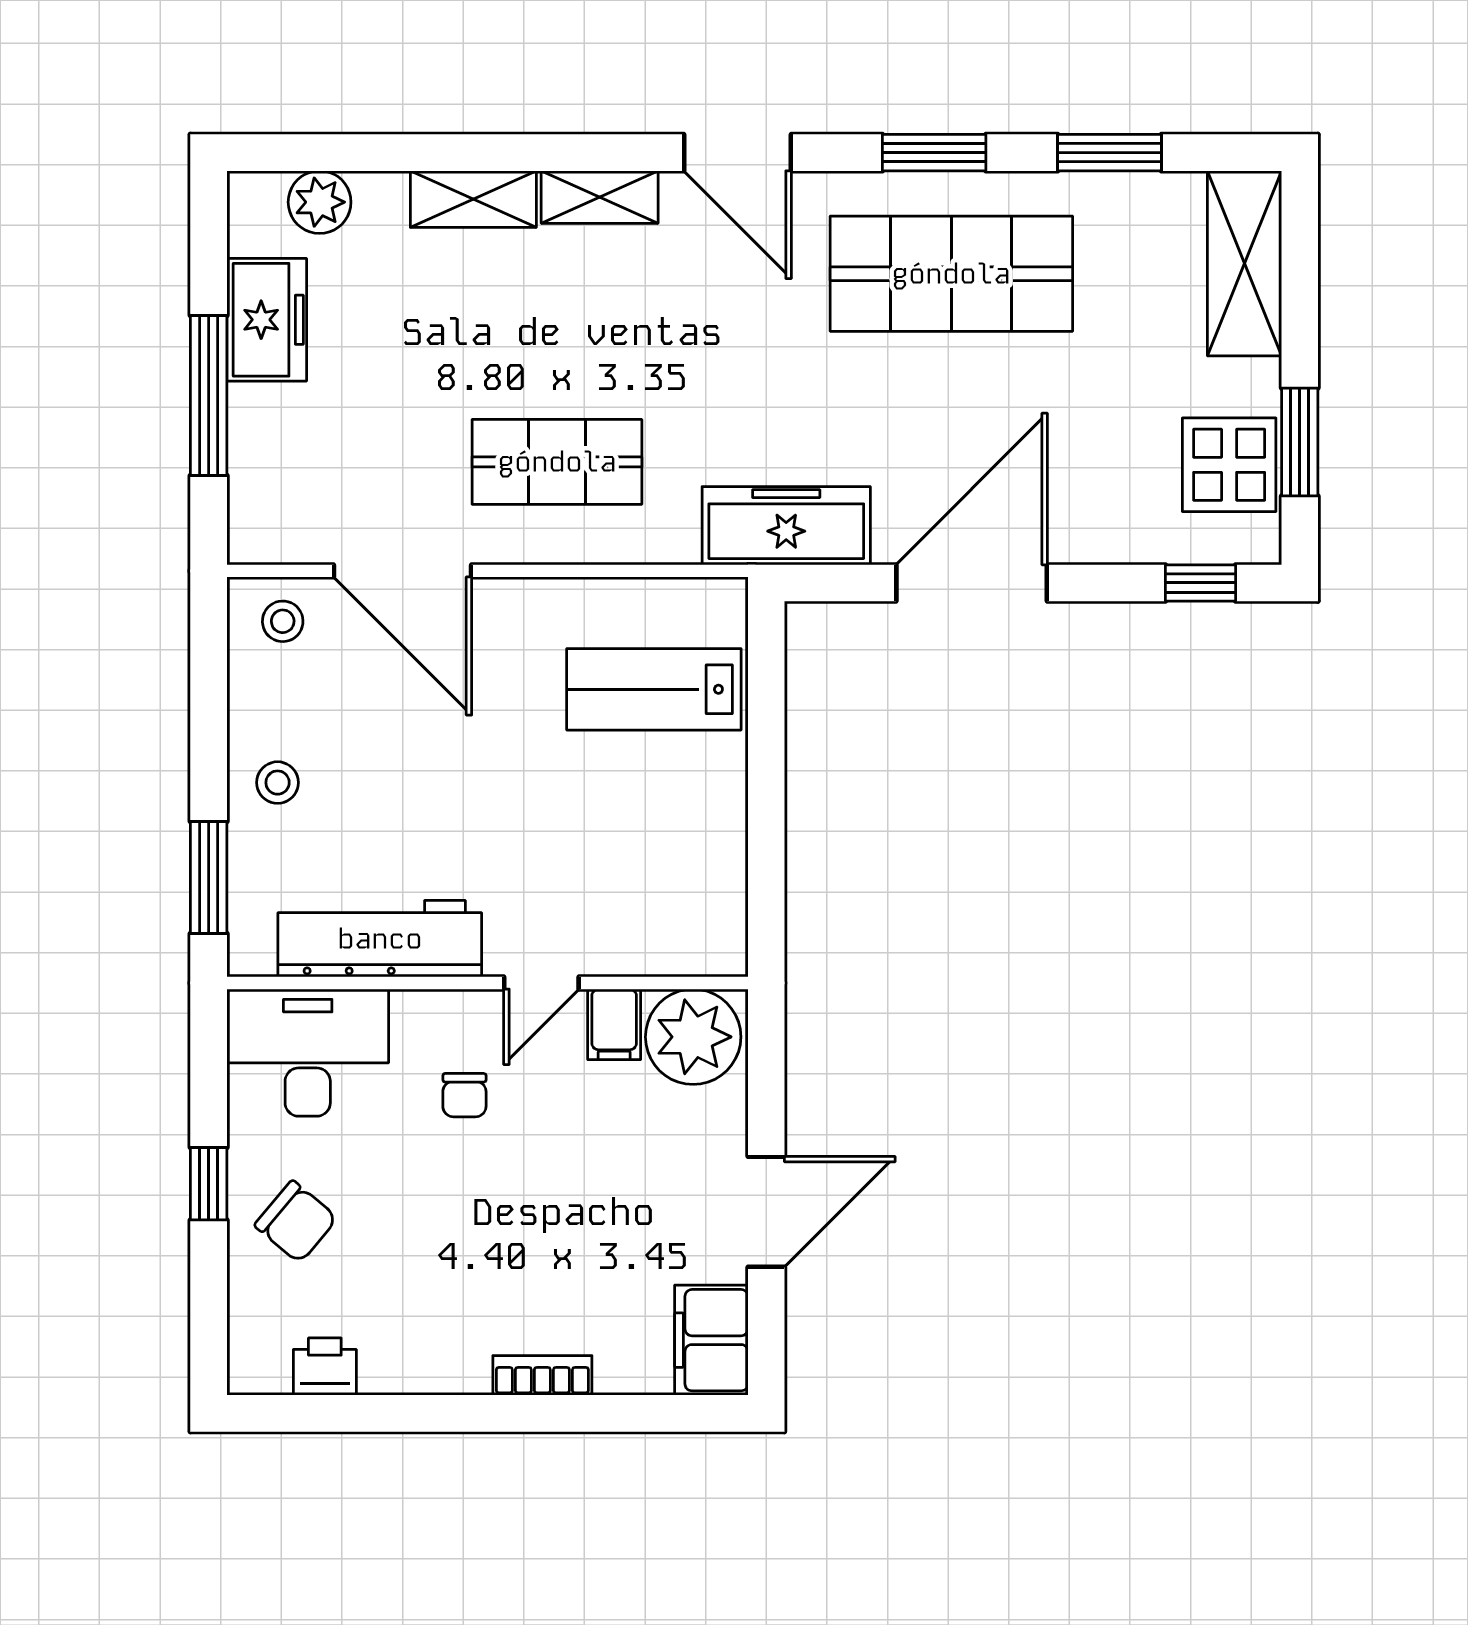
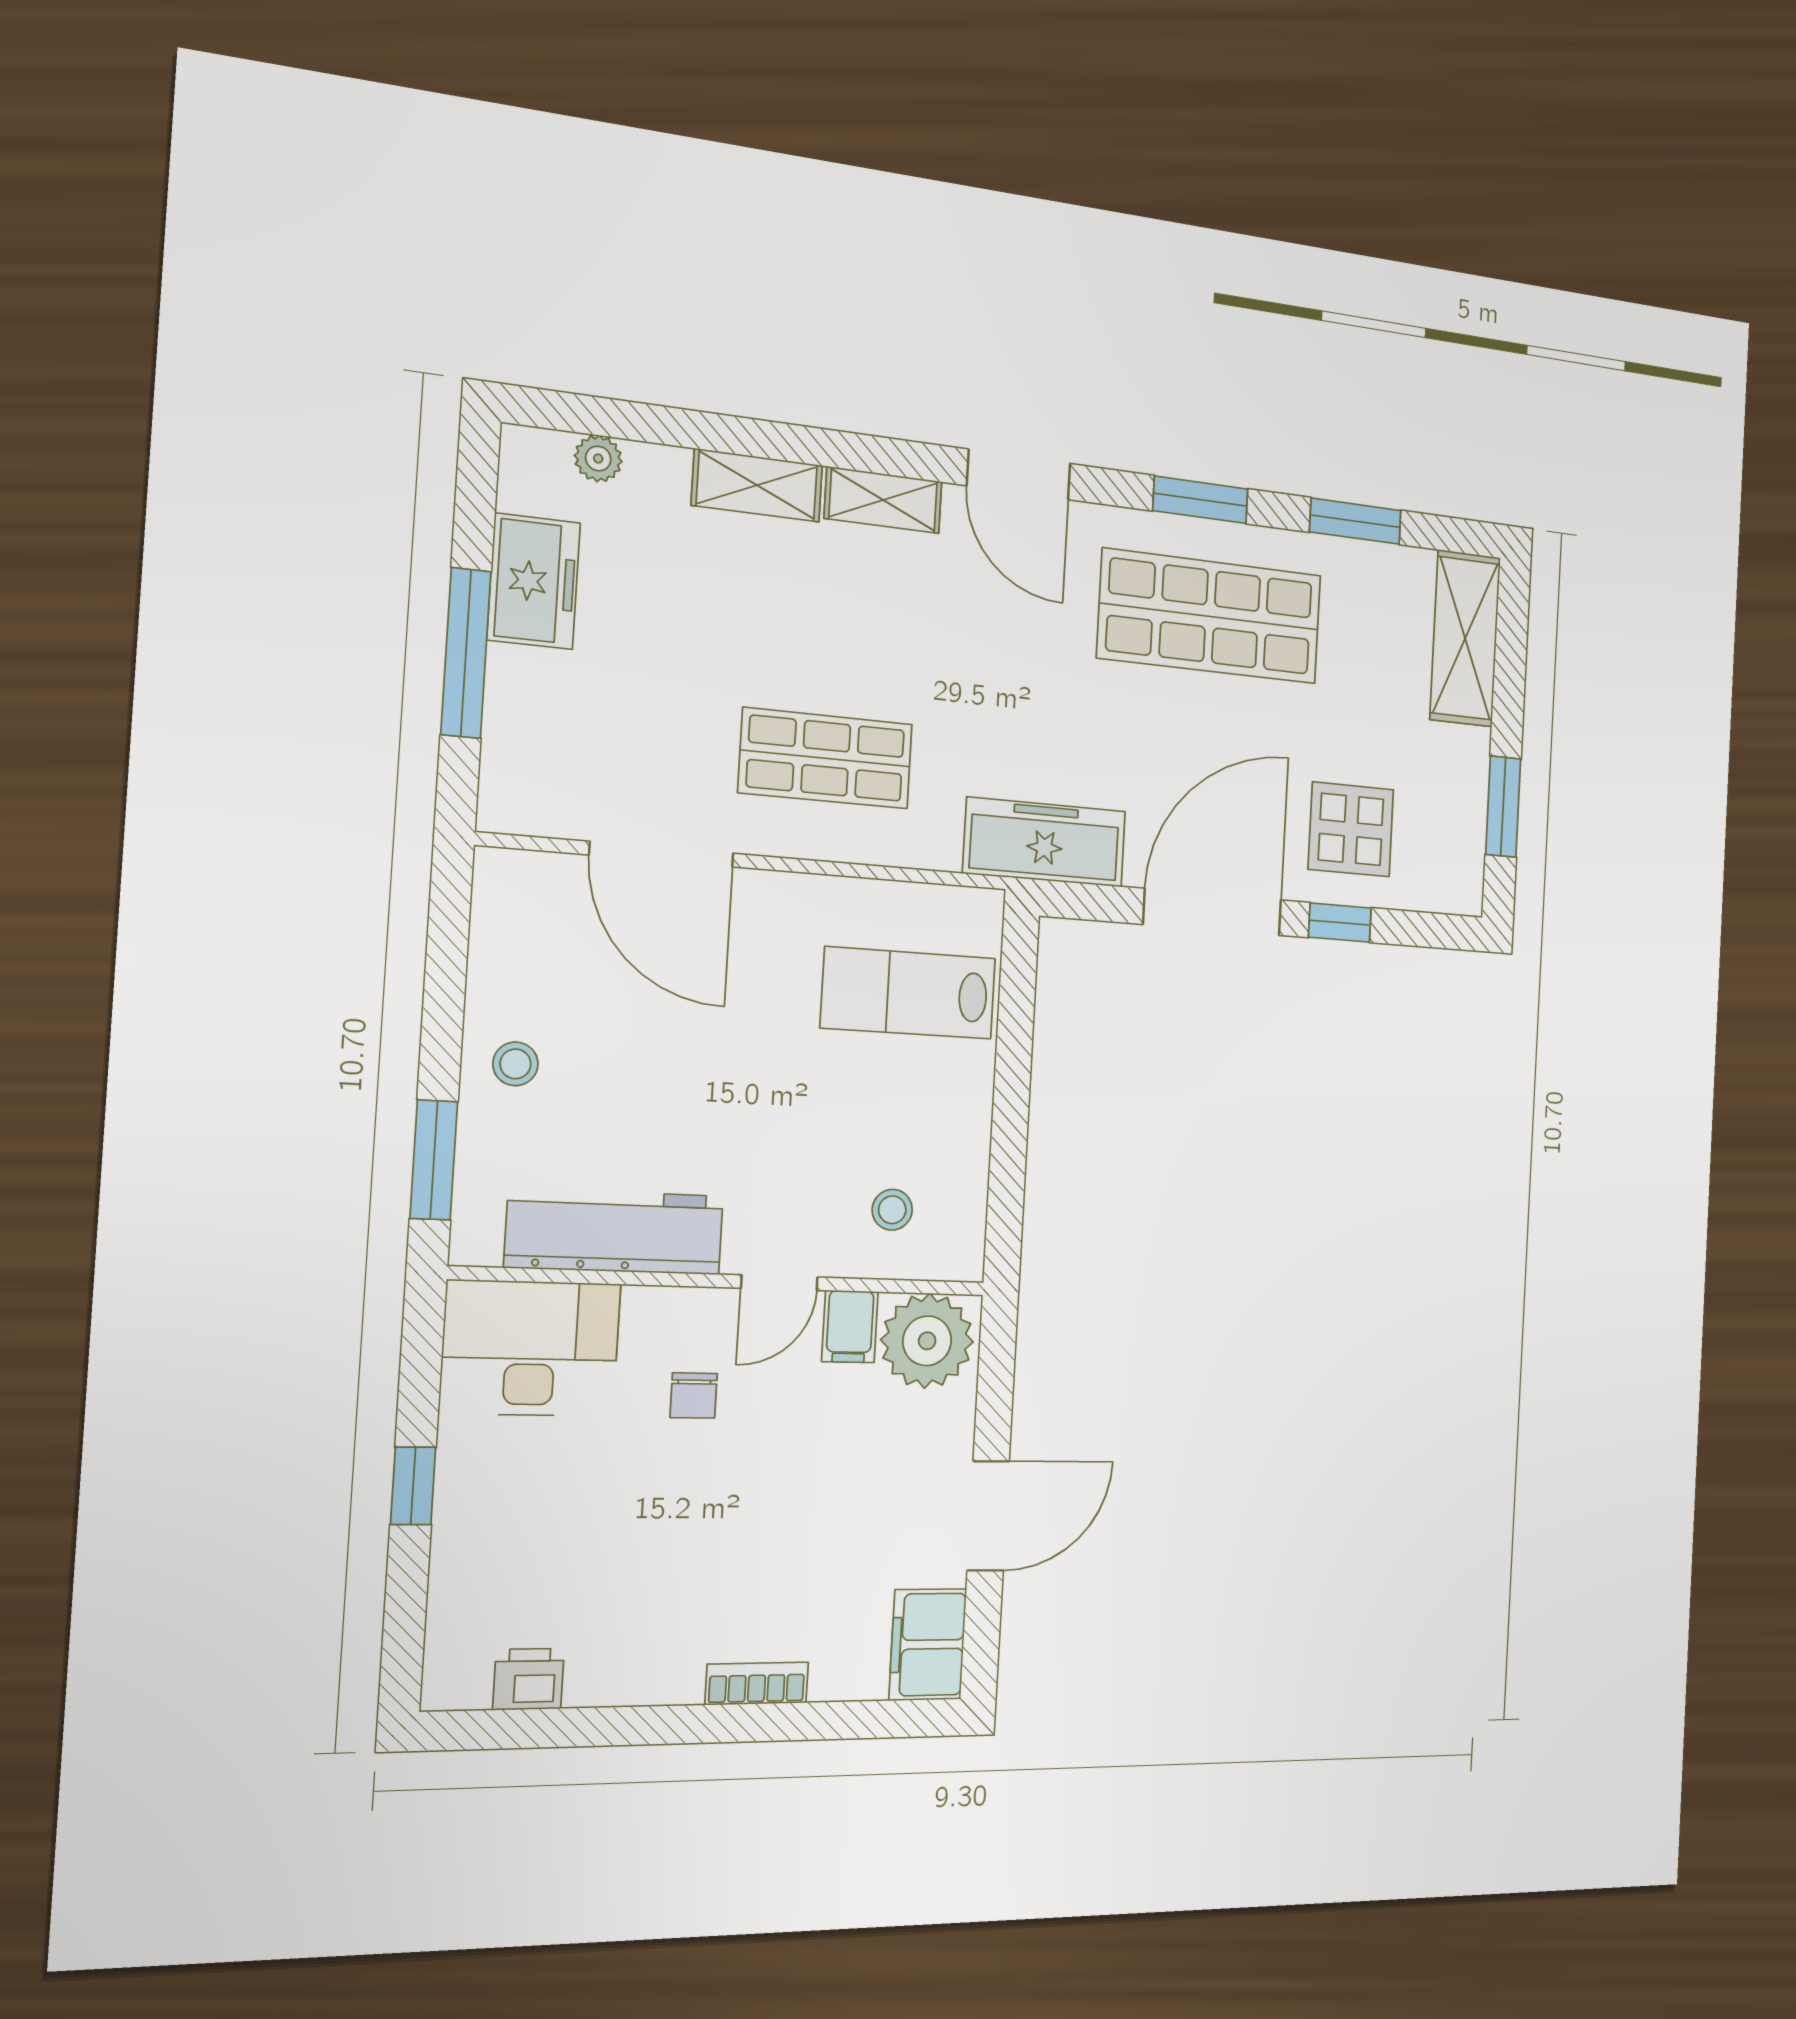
plant: (320, 202) -> (598, 459), width x0.73, depth x0.73
display table: (1229, 465) -> (1351, 829), moved
window: (1201, 583) -> (1340, 923), moved
stool: (283, 621) -> (892, 1210), moved
chair: (296, 1222) -> (507, 1526), removed

